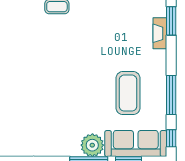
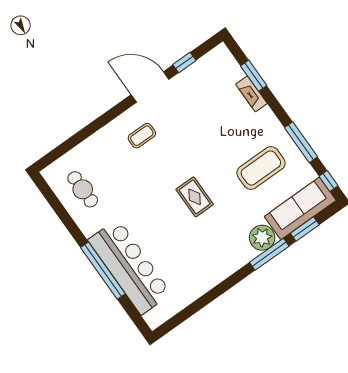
rug: (64, 80) -> (195, 197), added
coffee table: (128, 93) -> (261, 168), turned 90

